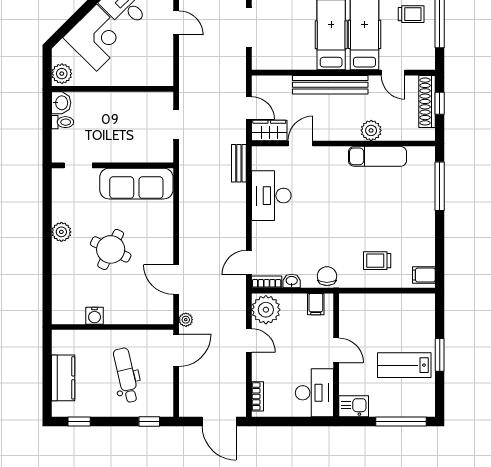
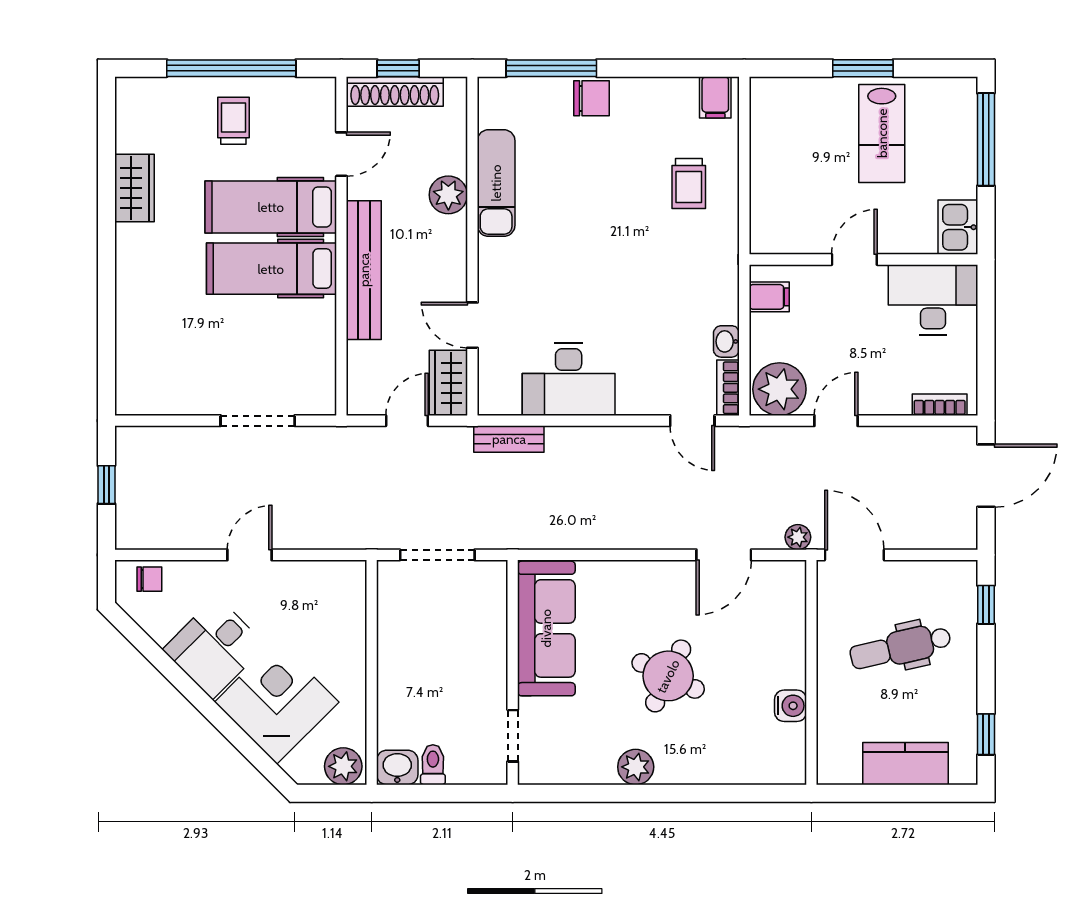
doorway: (176, 125) -> (437, 555), width x1.38
chair: (327, 276) -> (591, 98), moved, turned 180

